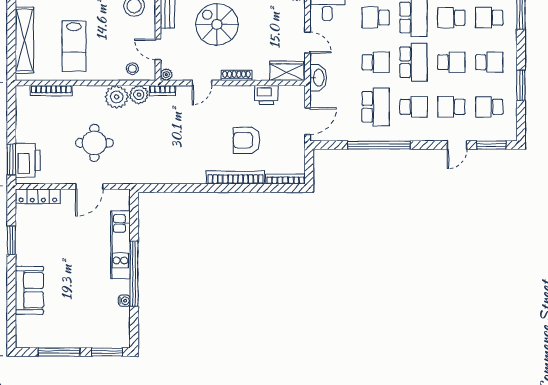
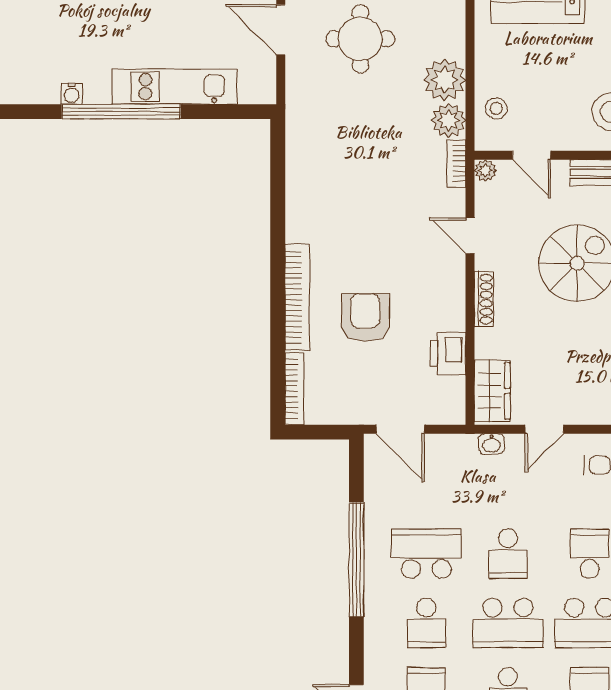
door: (158, 49) -> (532, 155), swing flipped
washbasin: (318, 78) -> (491, 444), width x0.52, depth x0.69
school desk: (376, 107) -> (426, 554), turned 180

